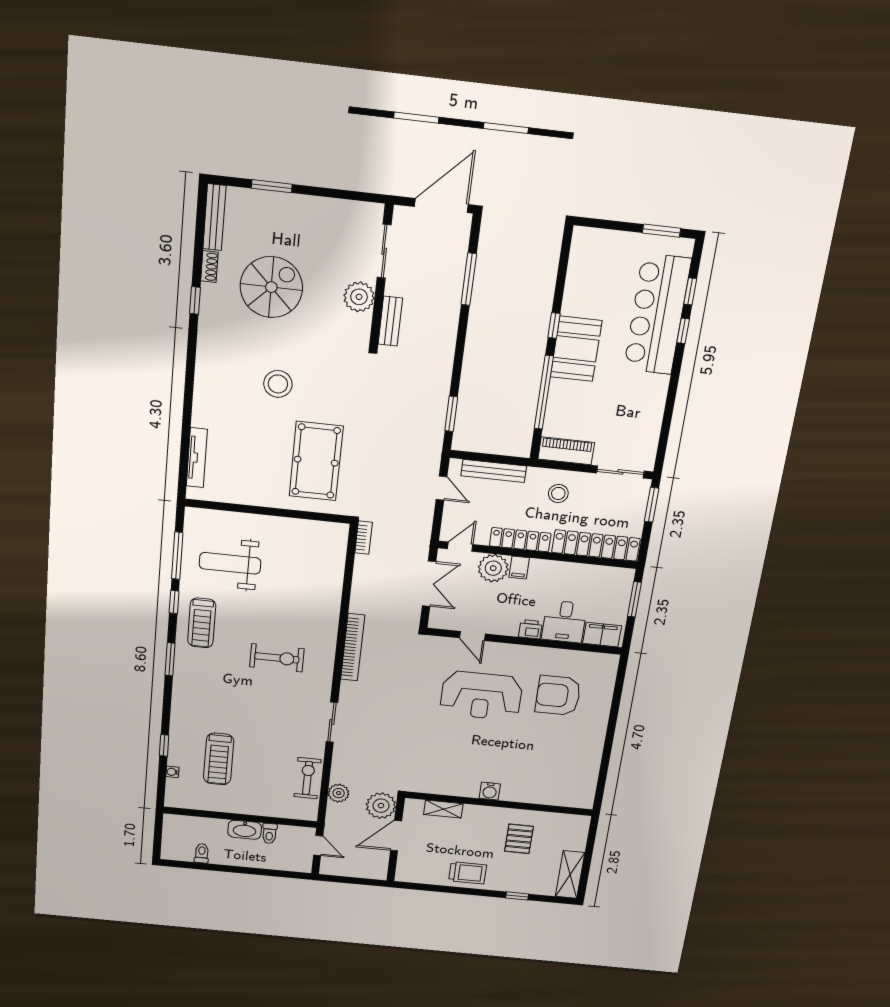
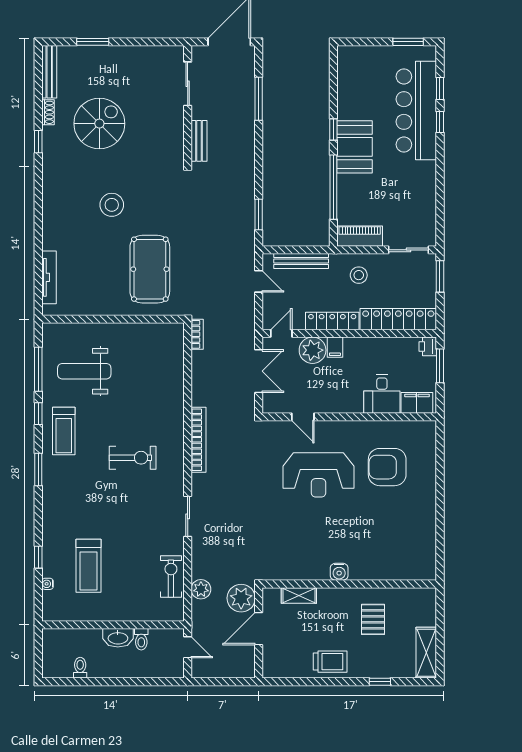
plant: (359, 297) -> (171, 124), removed
printer: (530, 629) -> (428, 346), moved, turned -90

